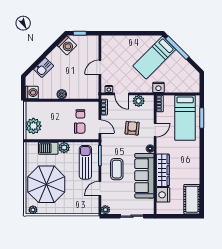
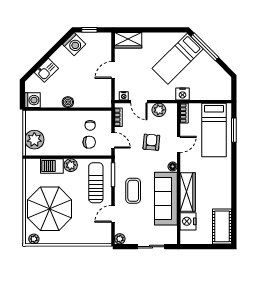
wardrobe: (112, 42) -> (128, 40), added

